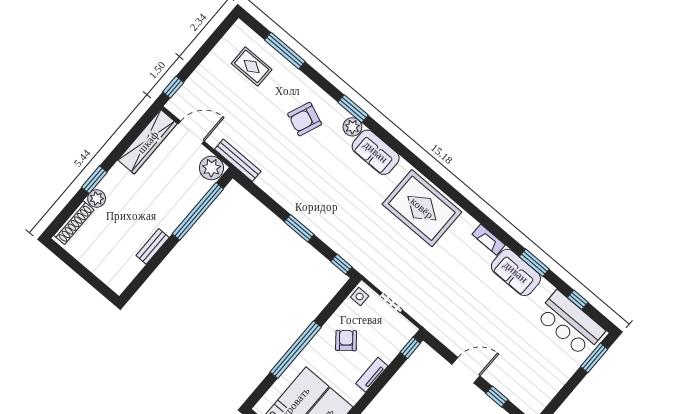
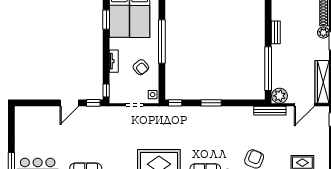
window: (497, 397) -> (93, 103), moved

